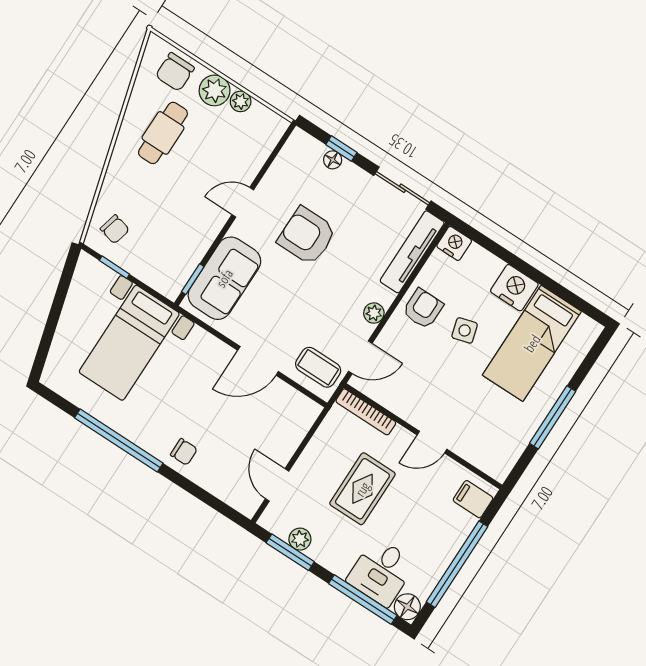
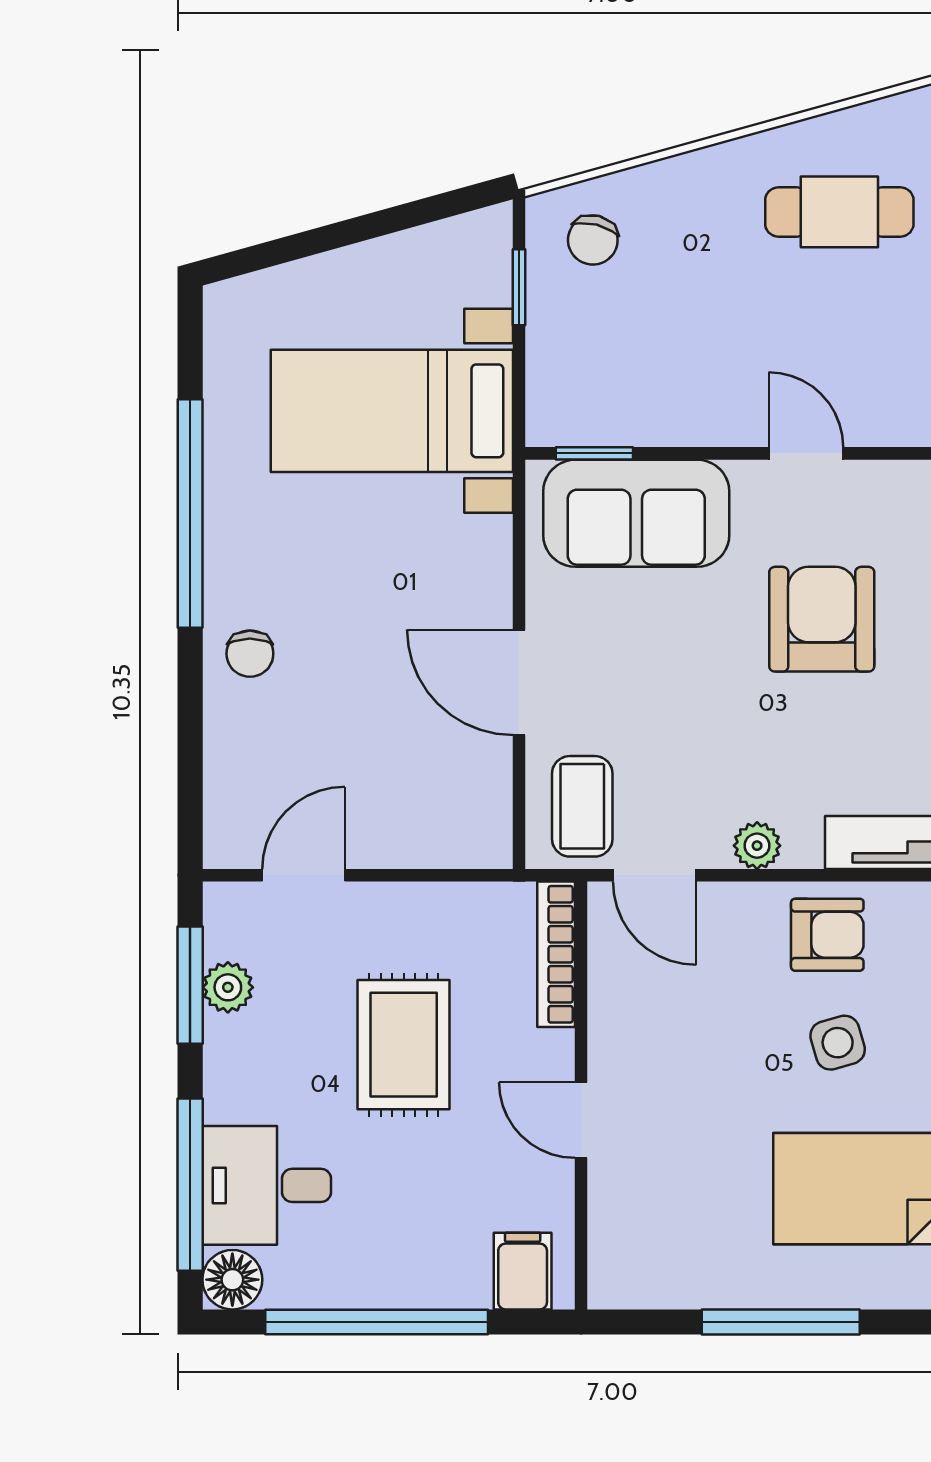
rug: (362, 489) -> (404, 1045), turned 90

